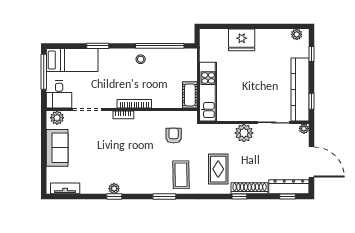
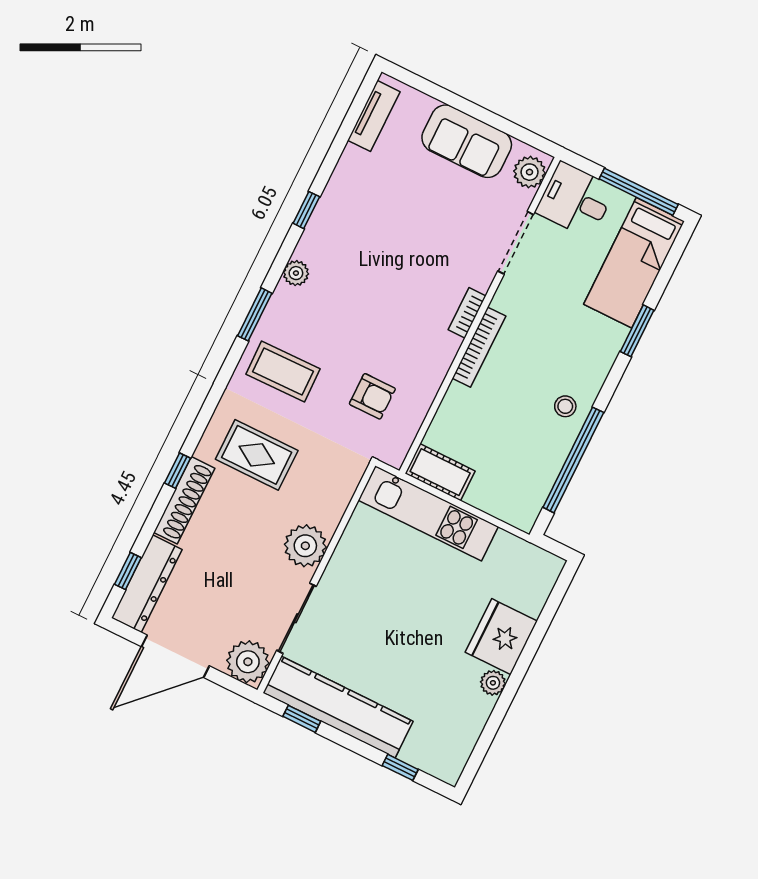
plant: (297, 34) -> (493, 683), moved
plant: (304, 129) -> (248, 662), width x1.88, depth x1.88
plant: (114, 189) -> (296, 273), moved

